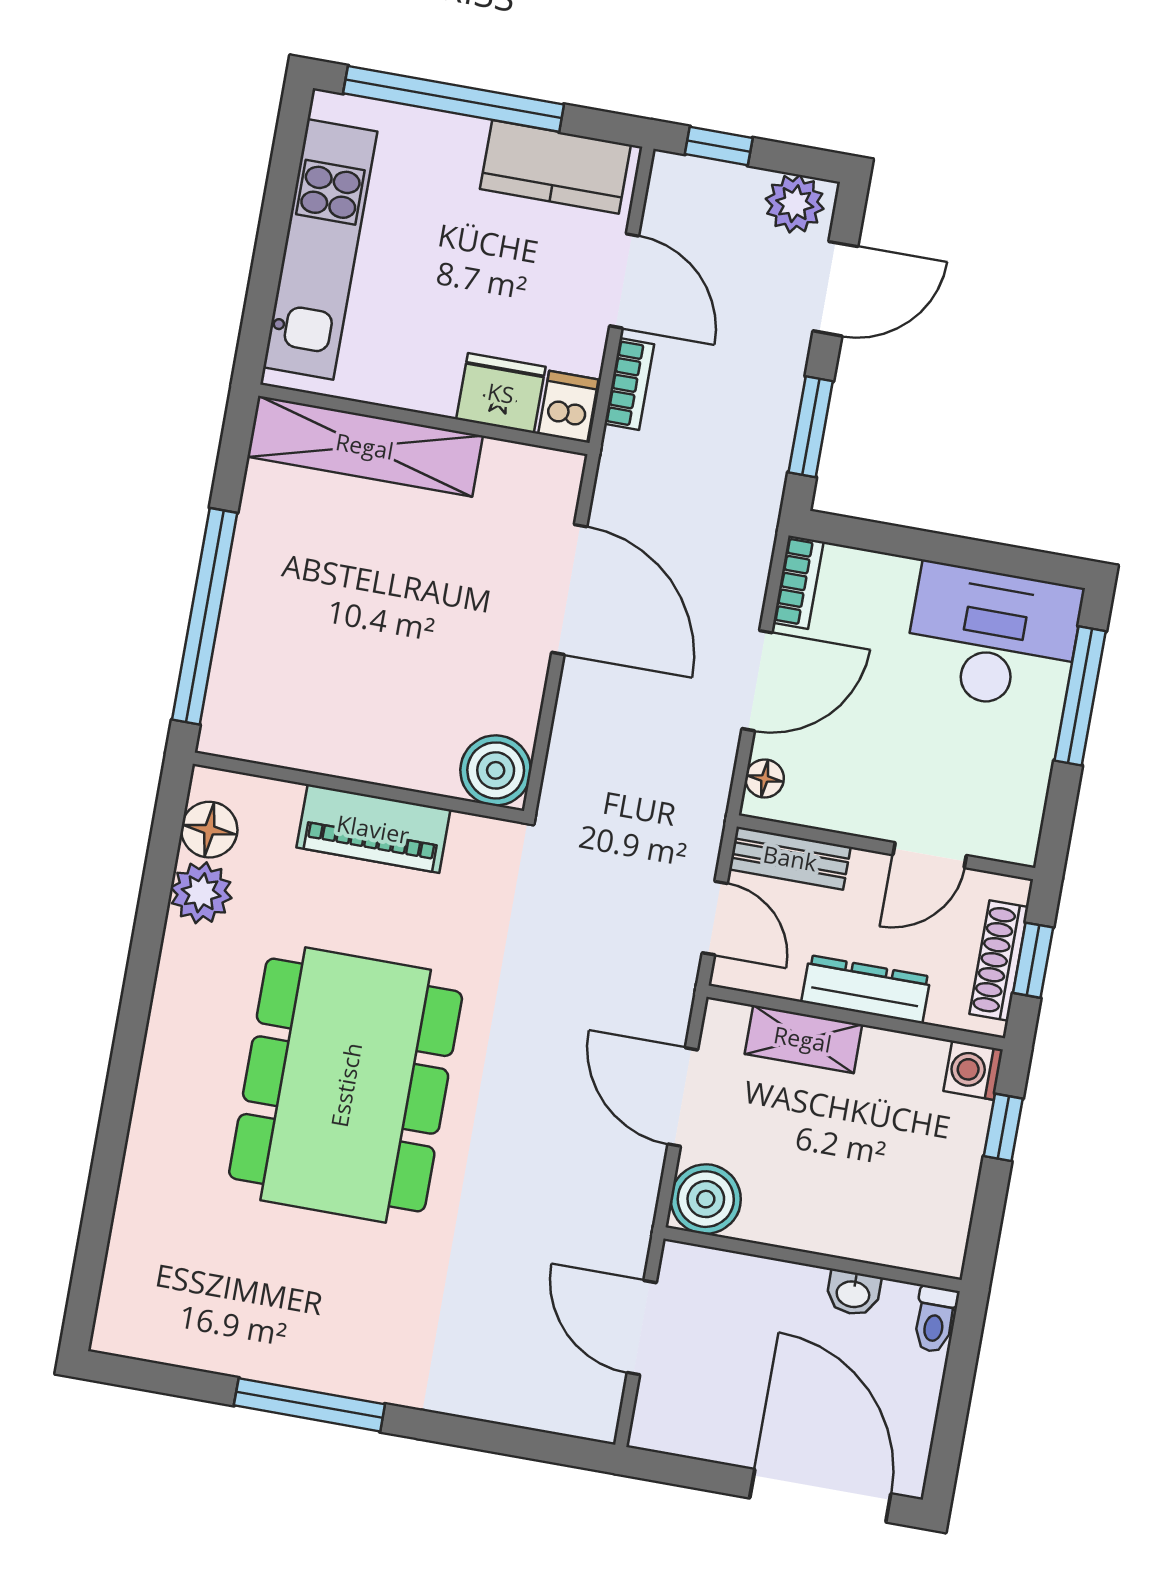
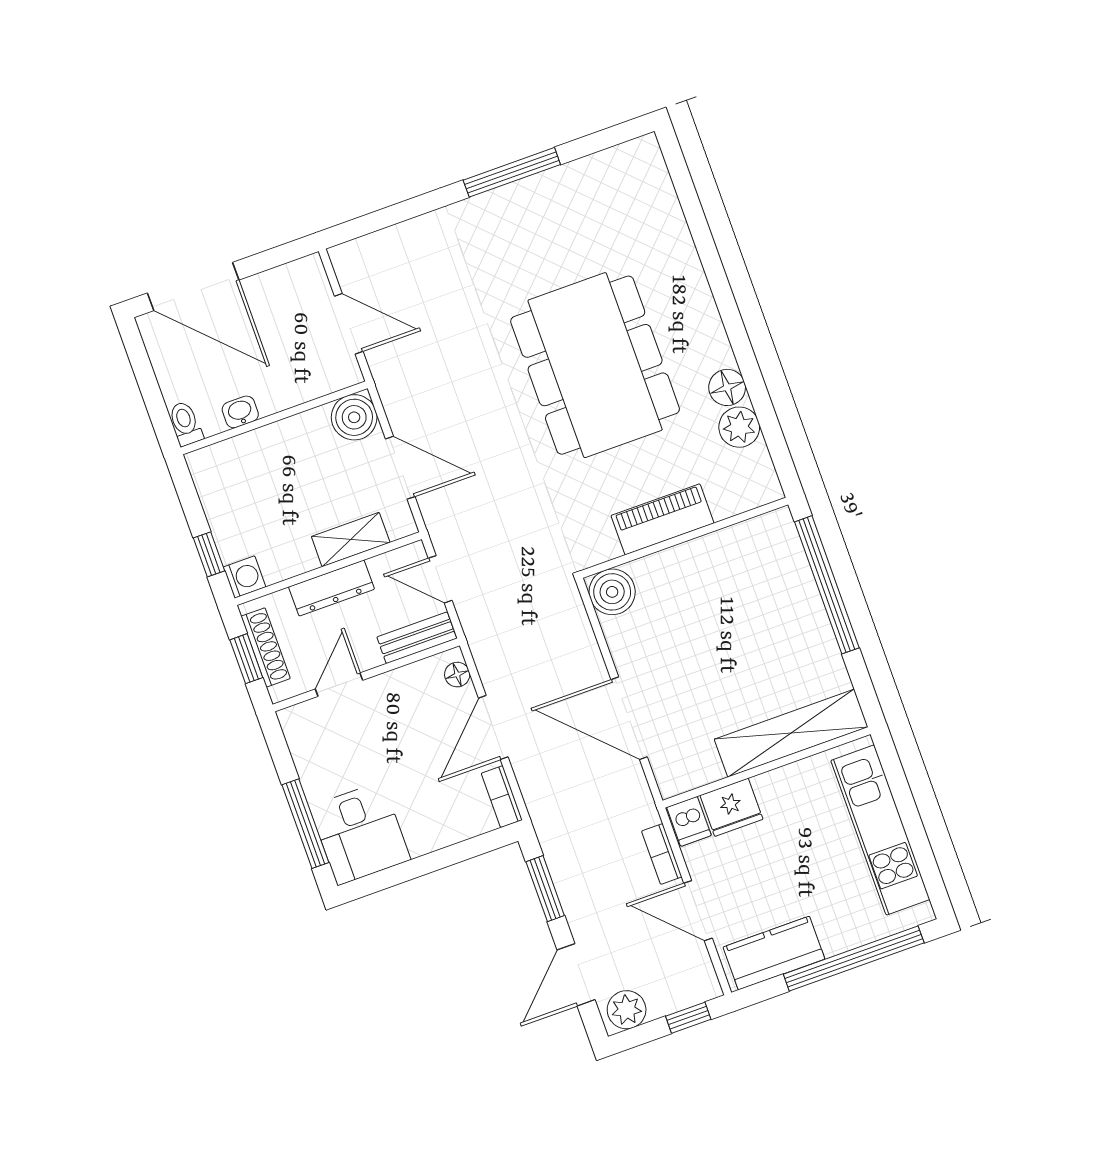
desk: (993, 637) -> (360, 833), width x0.73
floor lamp: (209, 830) -> (727, 387), moved

